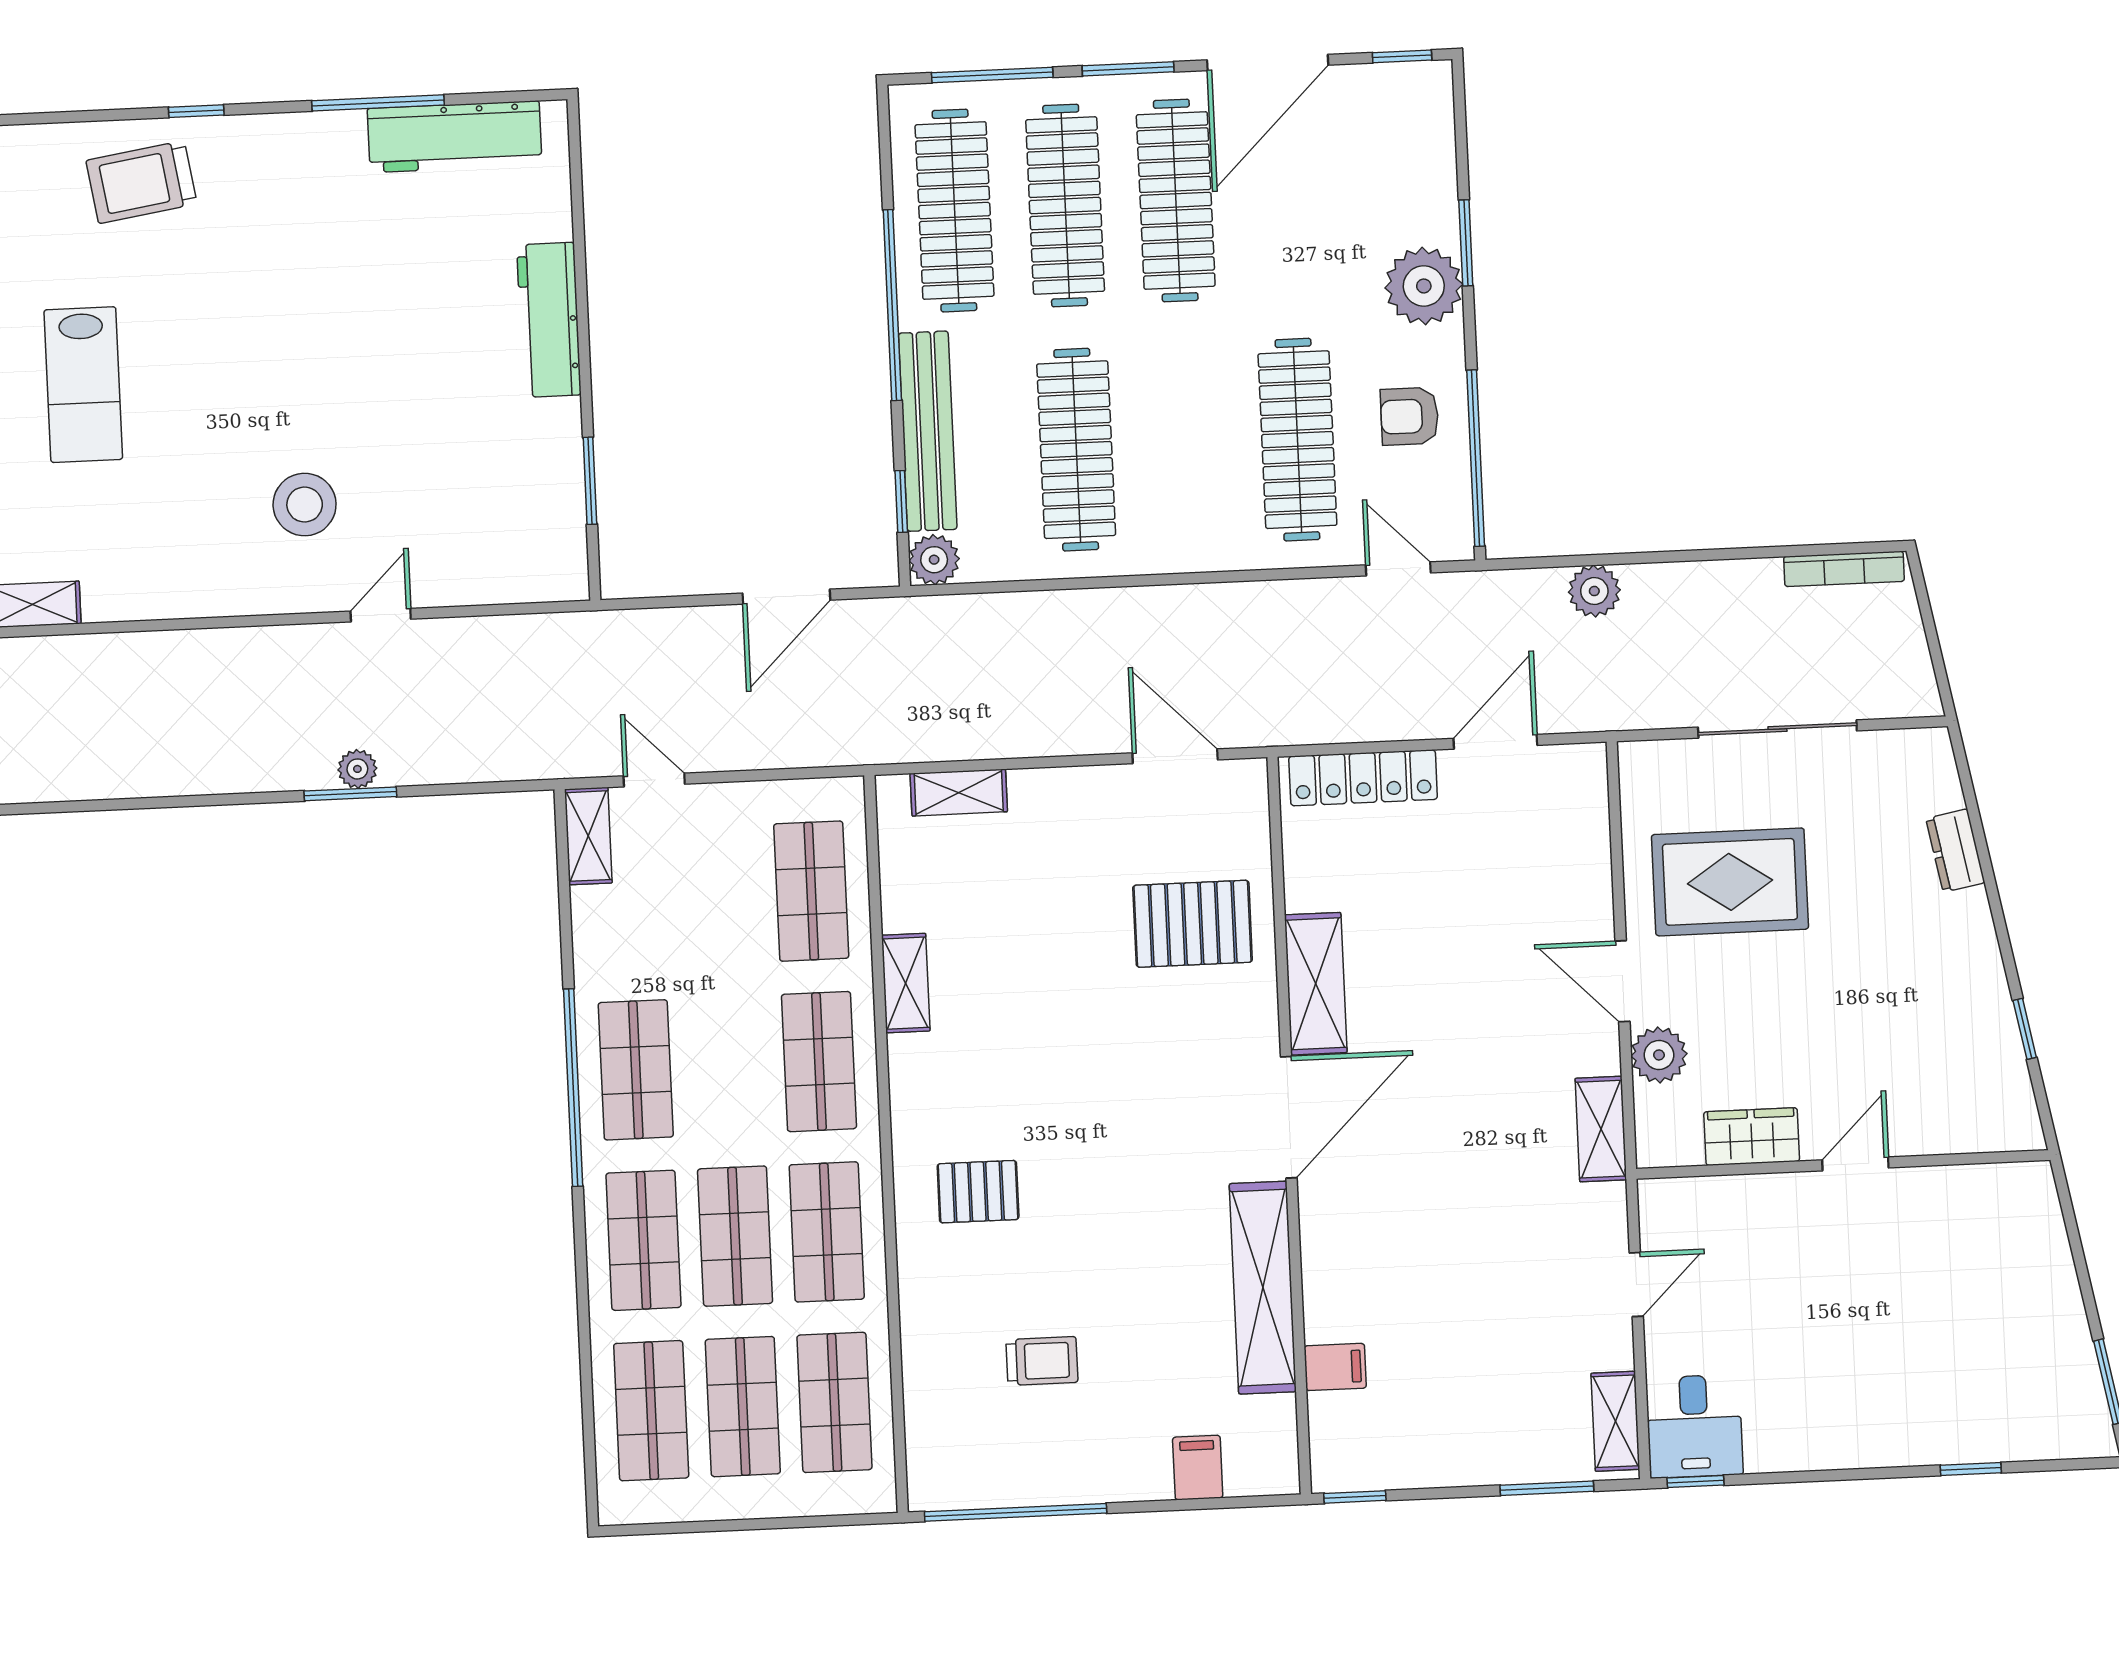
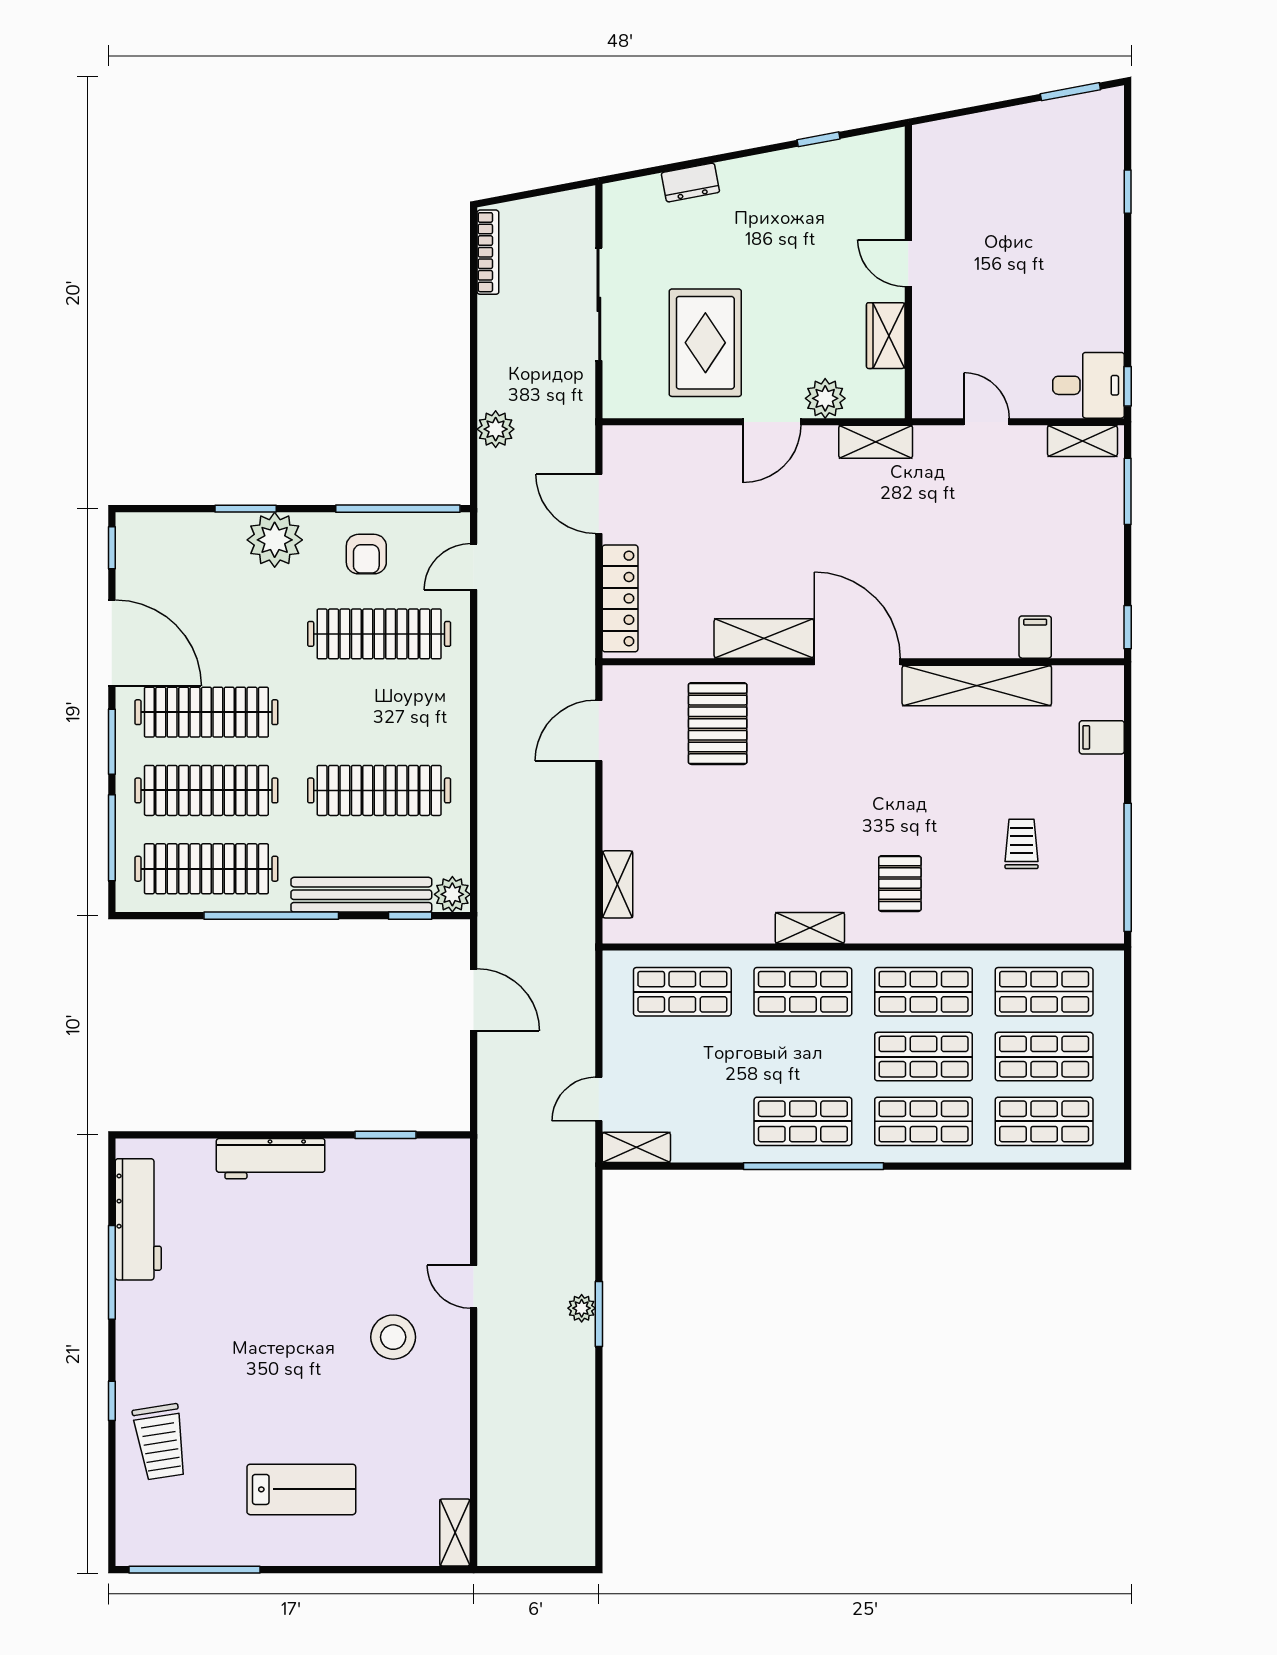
shelving: (906, 983) -> (810, 928), moved

